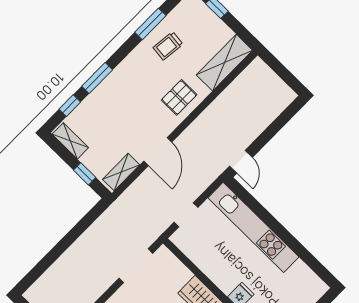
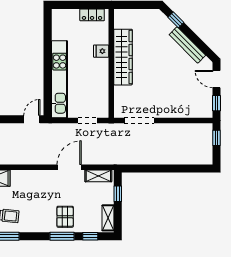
pallet: (179, 97) -> (65, 217), moved, turned 90

